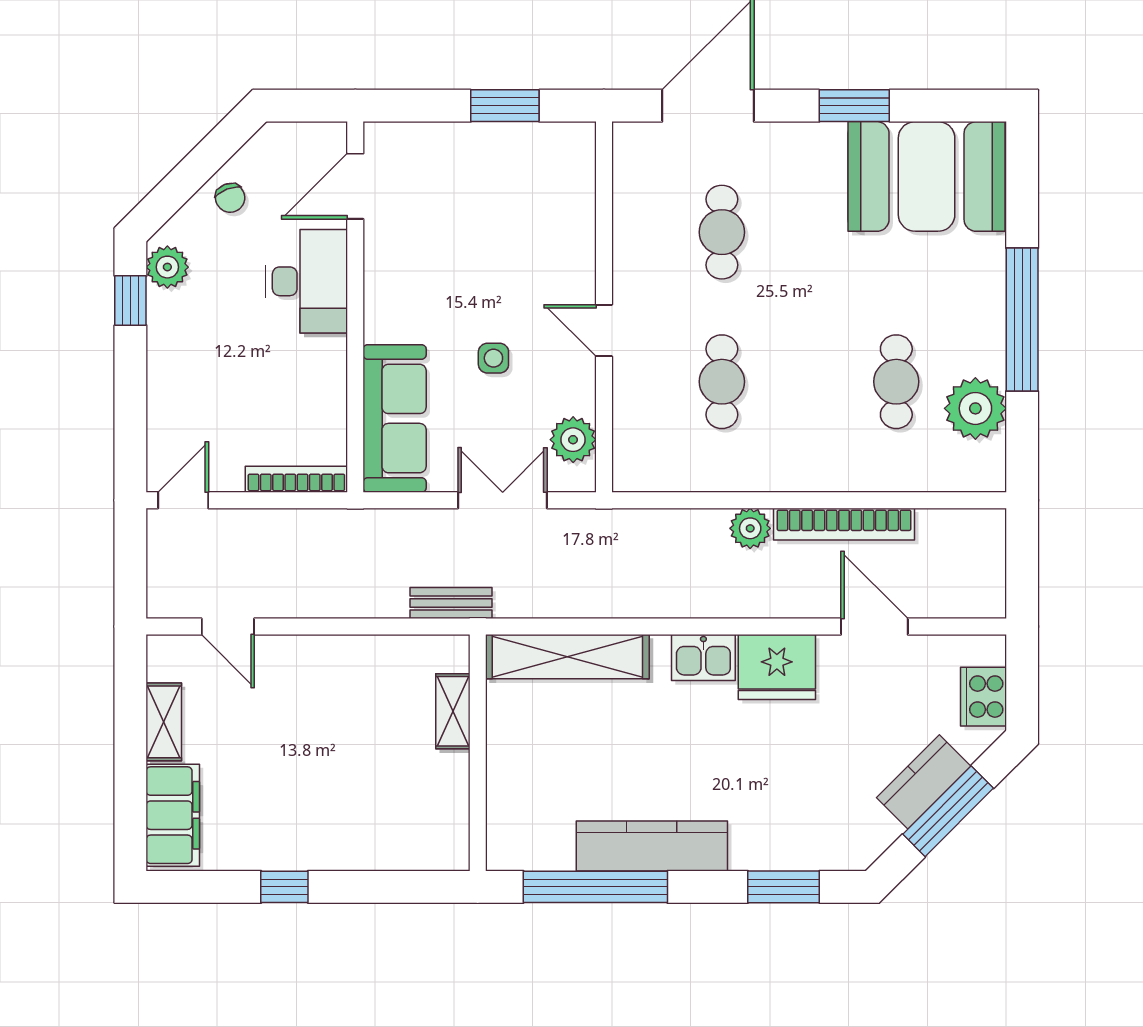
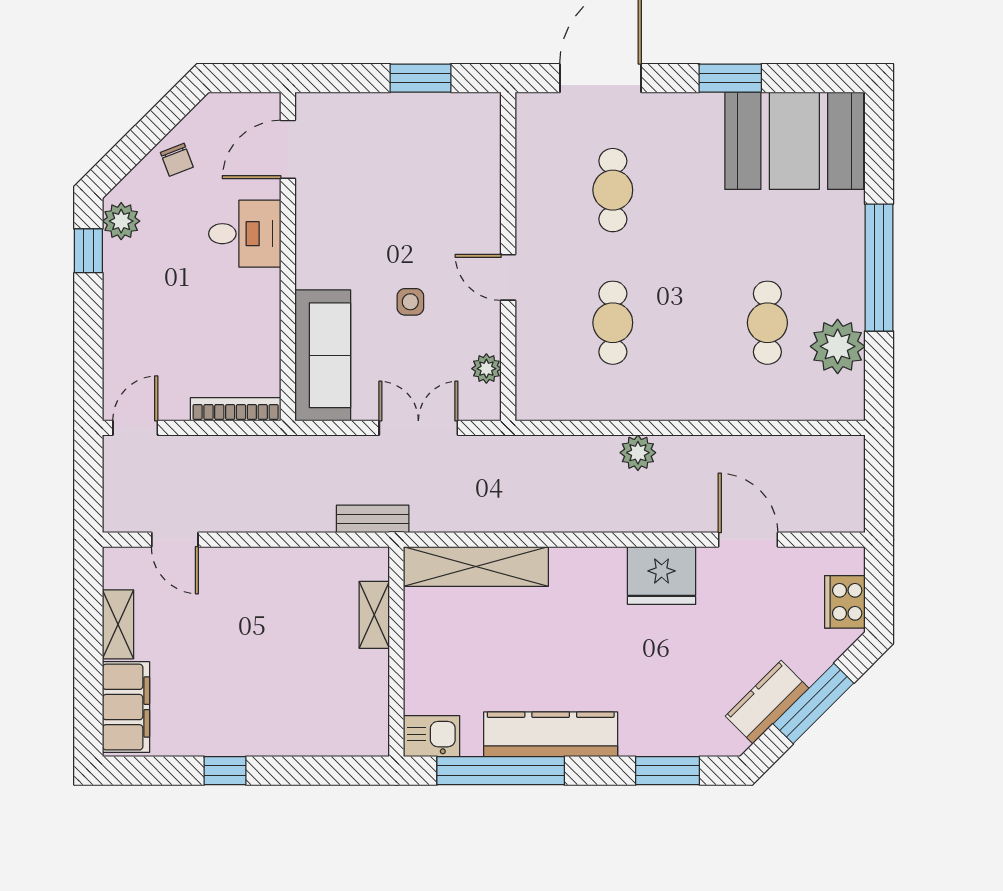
desk: (307, 281) -> (245, 234), width x0.73
plant: (573, 440) -> (486, 369), width x0.73, depth x0.73
bookcase: (844, 524) -> (721, 449), removed
kitchen sink: (703, 657) -> (432, 736), moved, turned 180
kitchen counter: (924, 782) -> (767, 702), moved

